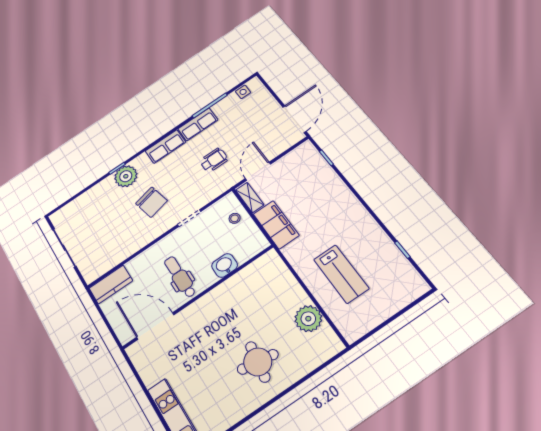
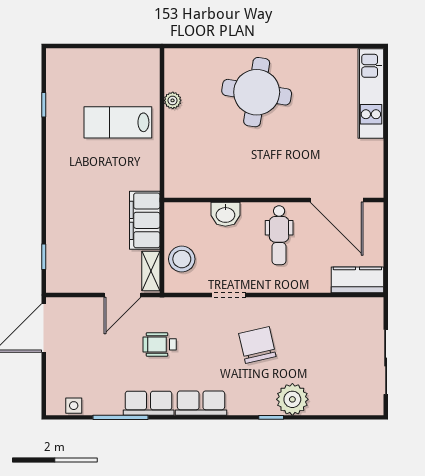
plant: (126, 176) -> (292, 399), moved
stool: (235, 218) -> (182, 259), width x1.89, depth x1.89
lab bench: (341, 274) -> (118, 122), turned -90
plant: (308, 319) -> (173, 100), width x0.53, depth x0.53
round table: (258, 362) -> (257, 92), width x1.36, depth x1.36

